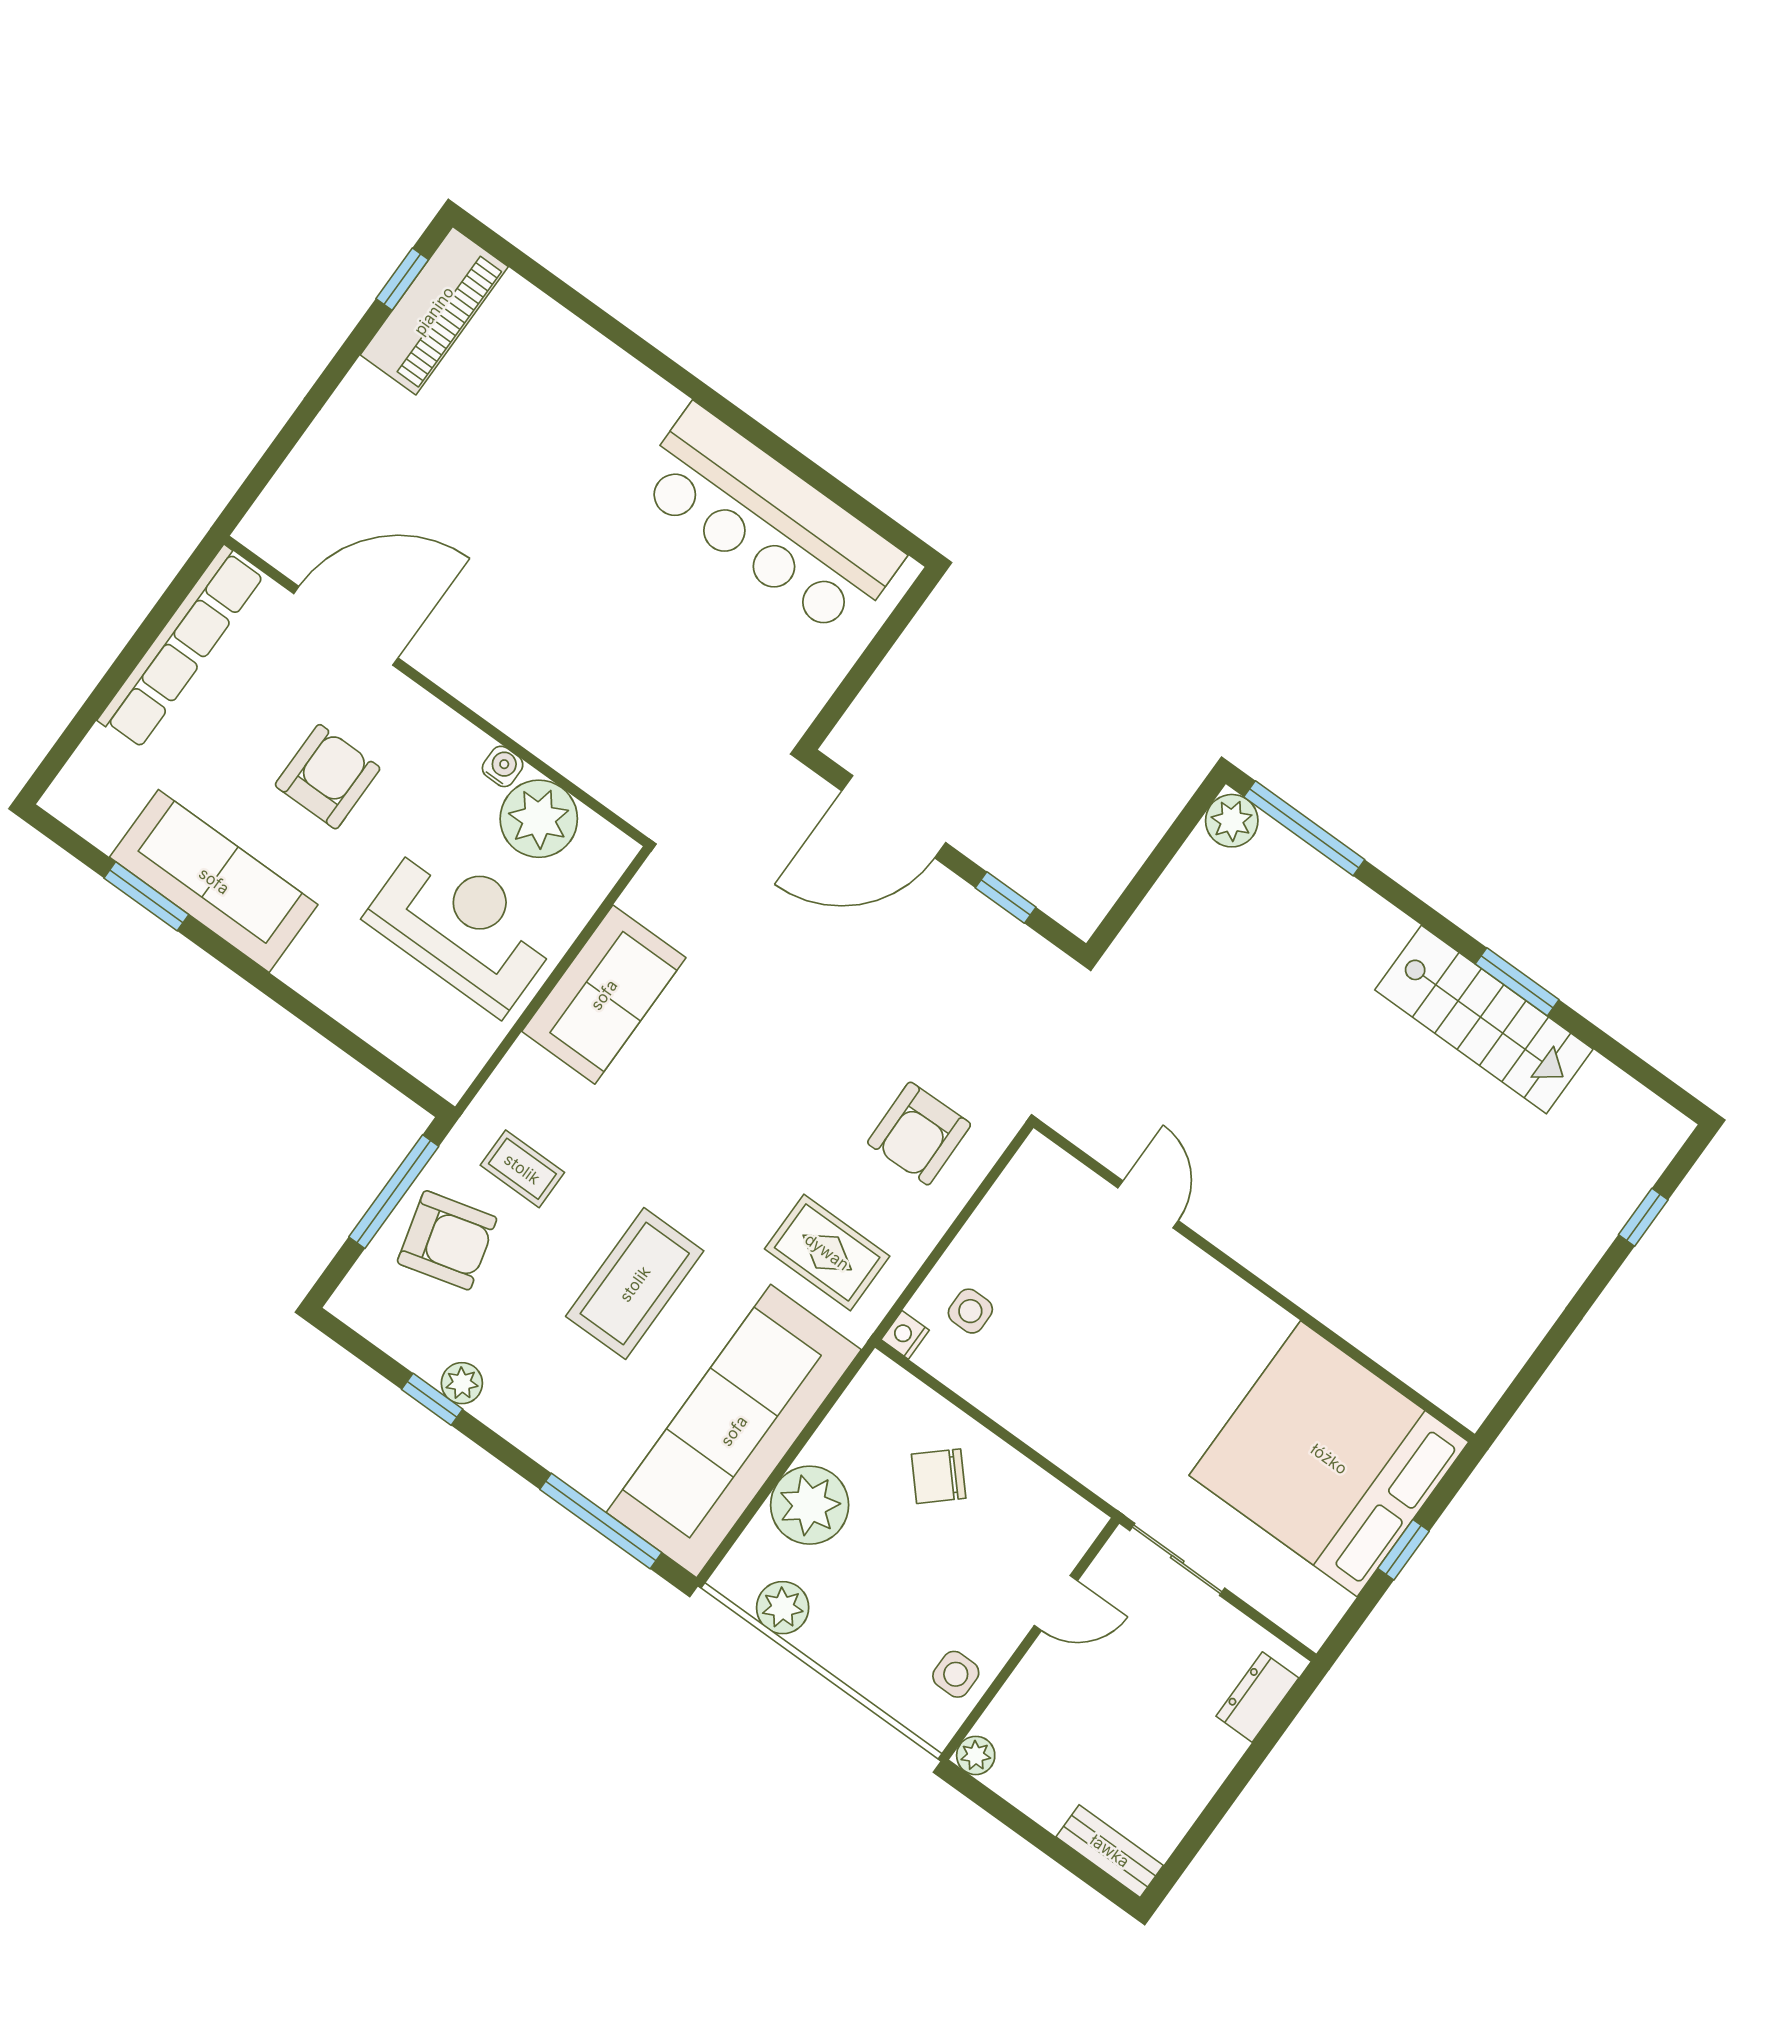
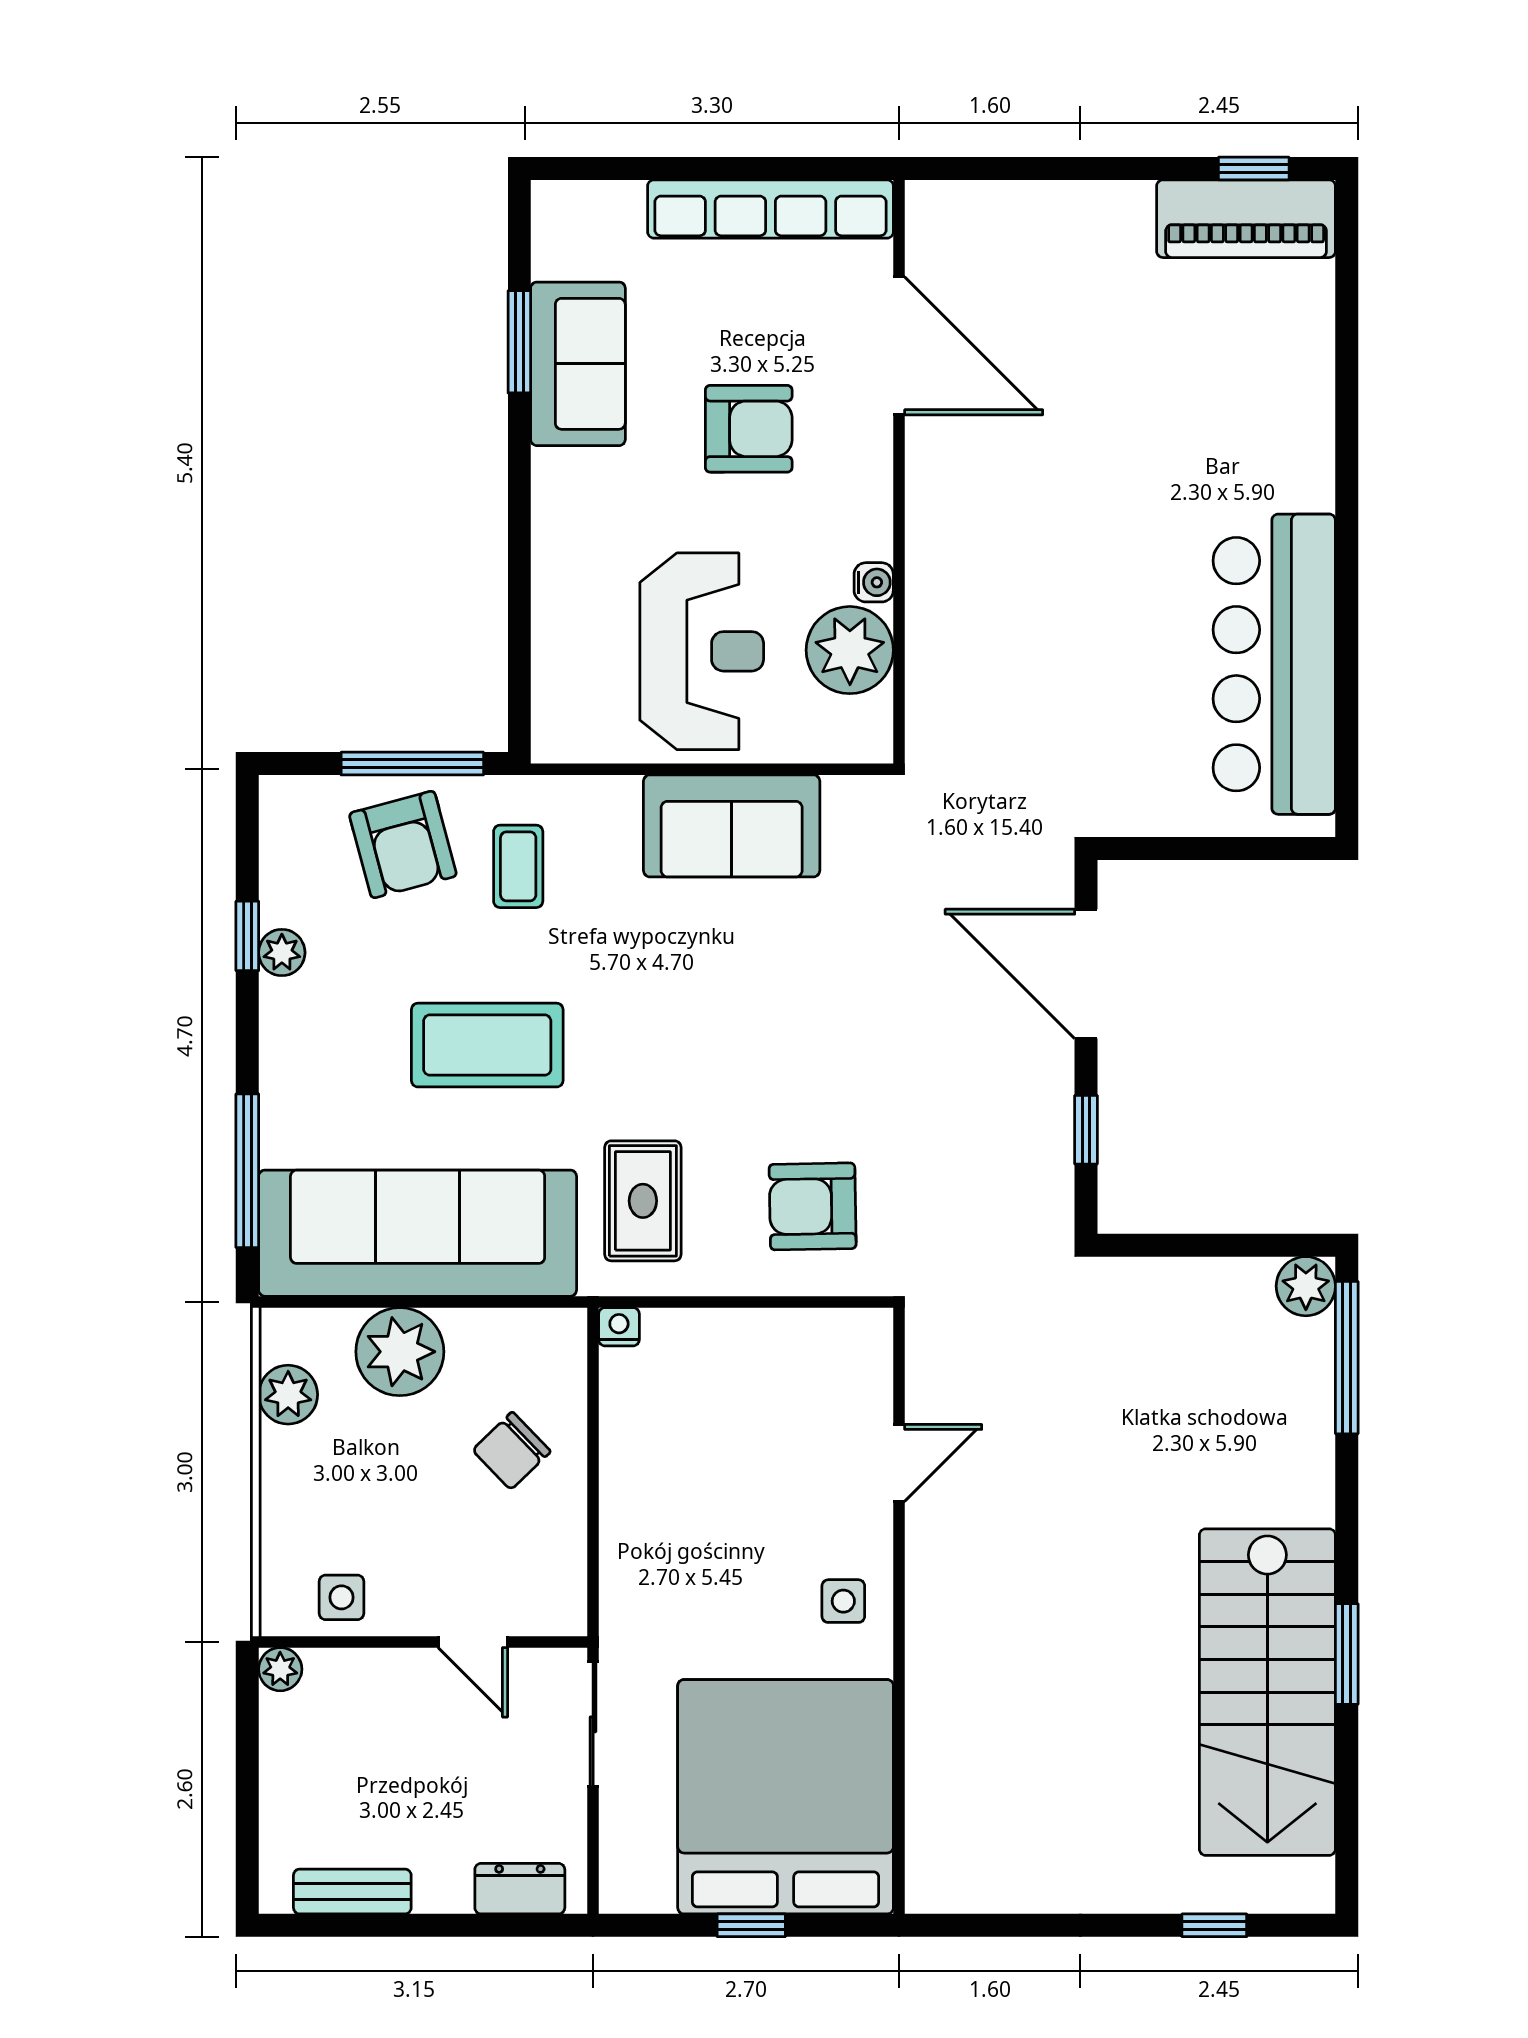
sofa: (214, 881) -> (578, 364), width x0.73
stairs: (1484, 1020) -> (1267, 1692), width x1.36, depth x1.51
side table: (970, 1311) -> (843, 1601), moved
chair: (939, 1476) -> (512, 1451), turned -92
bench: (1110, 1851) -> (352, 1892), moved, turned 90

